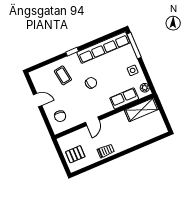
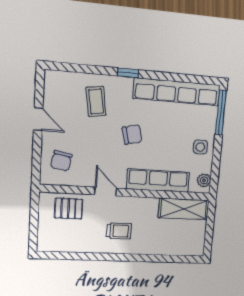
row of seats: (124, 98) -> (158, 181), width x1.48
door: (92, 121) -> (106, 192), swing flipped
trolley: (106, 151) -> (119, 231), moved
pallet: (75, 154) -> (68, 209), moved

